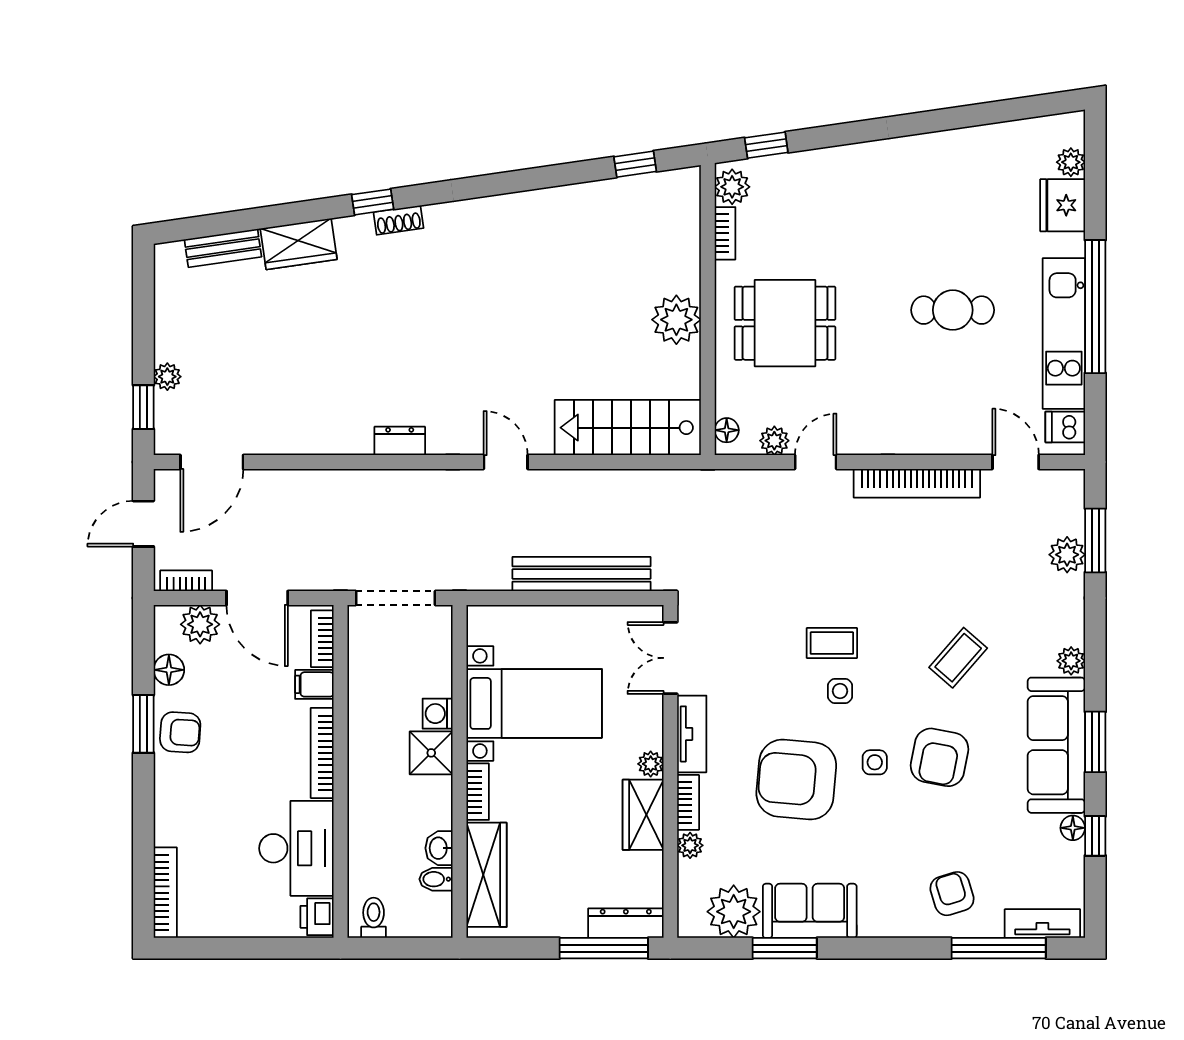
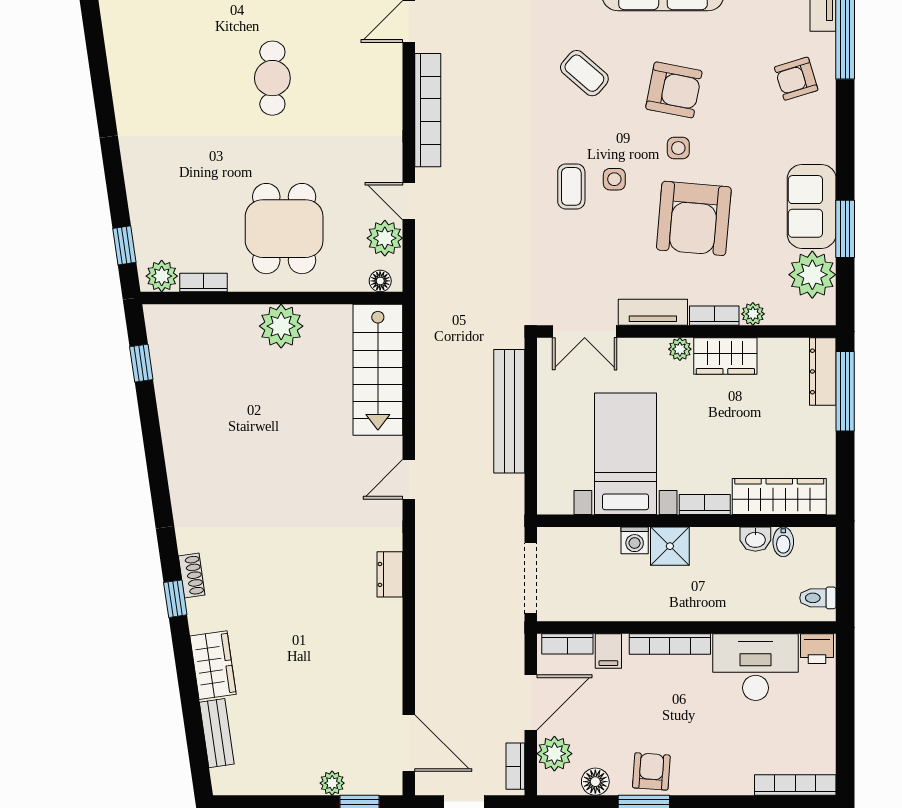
plant: (774, 441) -> (385, 238), width x1.38, depth x1.38

